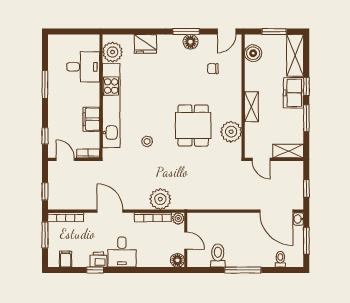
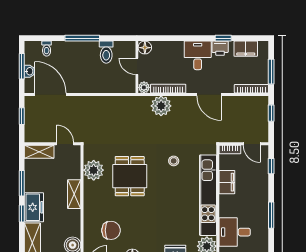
chair: (213, 69) -> (111, 230), width x1.87, depth x1.87
washbasin: (298, 219) -> (29, 71), moved
filing cabinet: (66, 259) -> (246, 49), width x2.00

